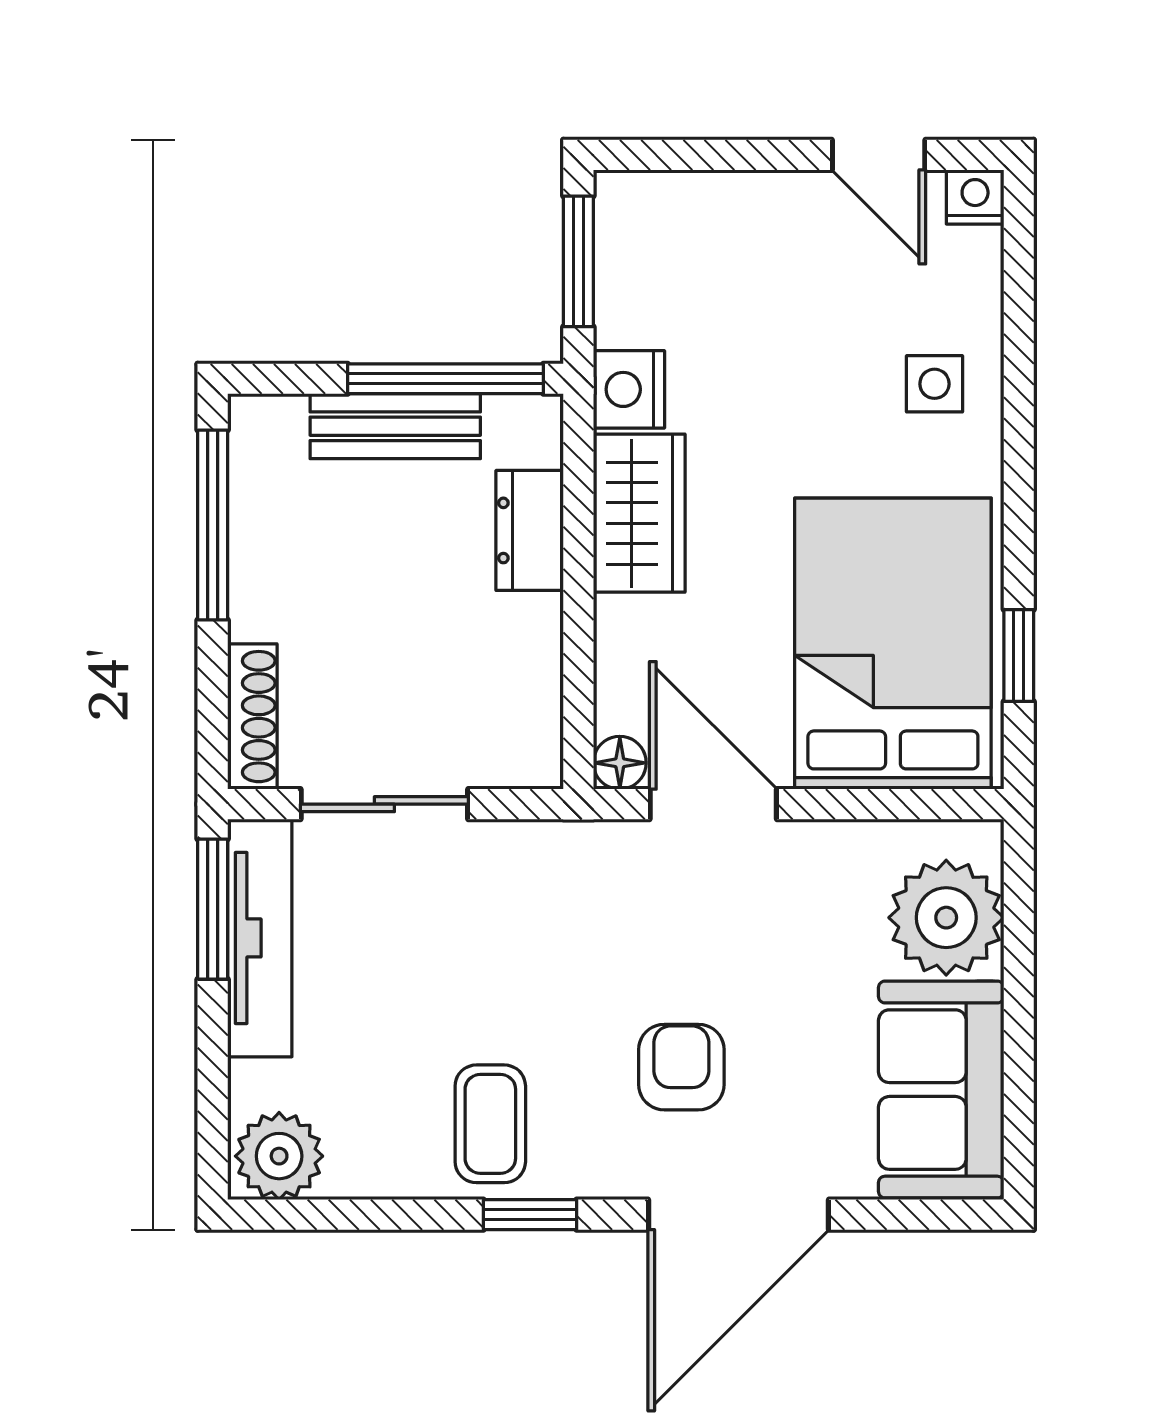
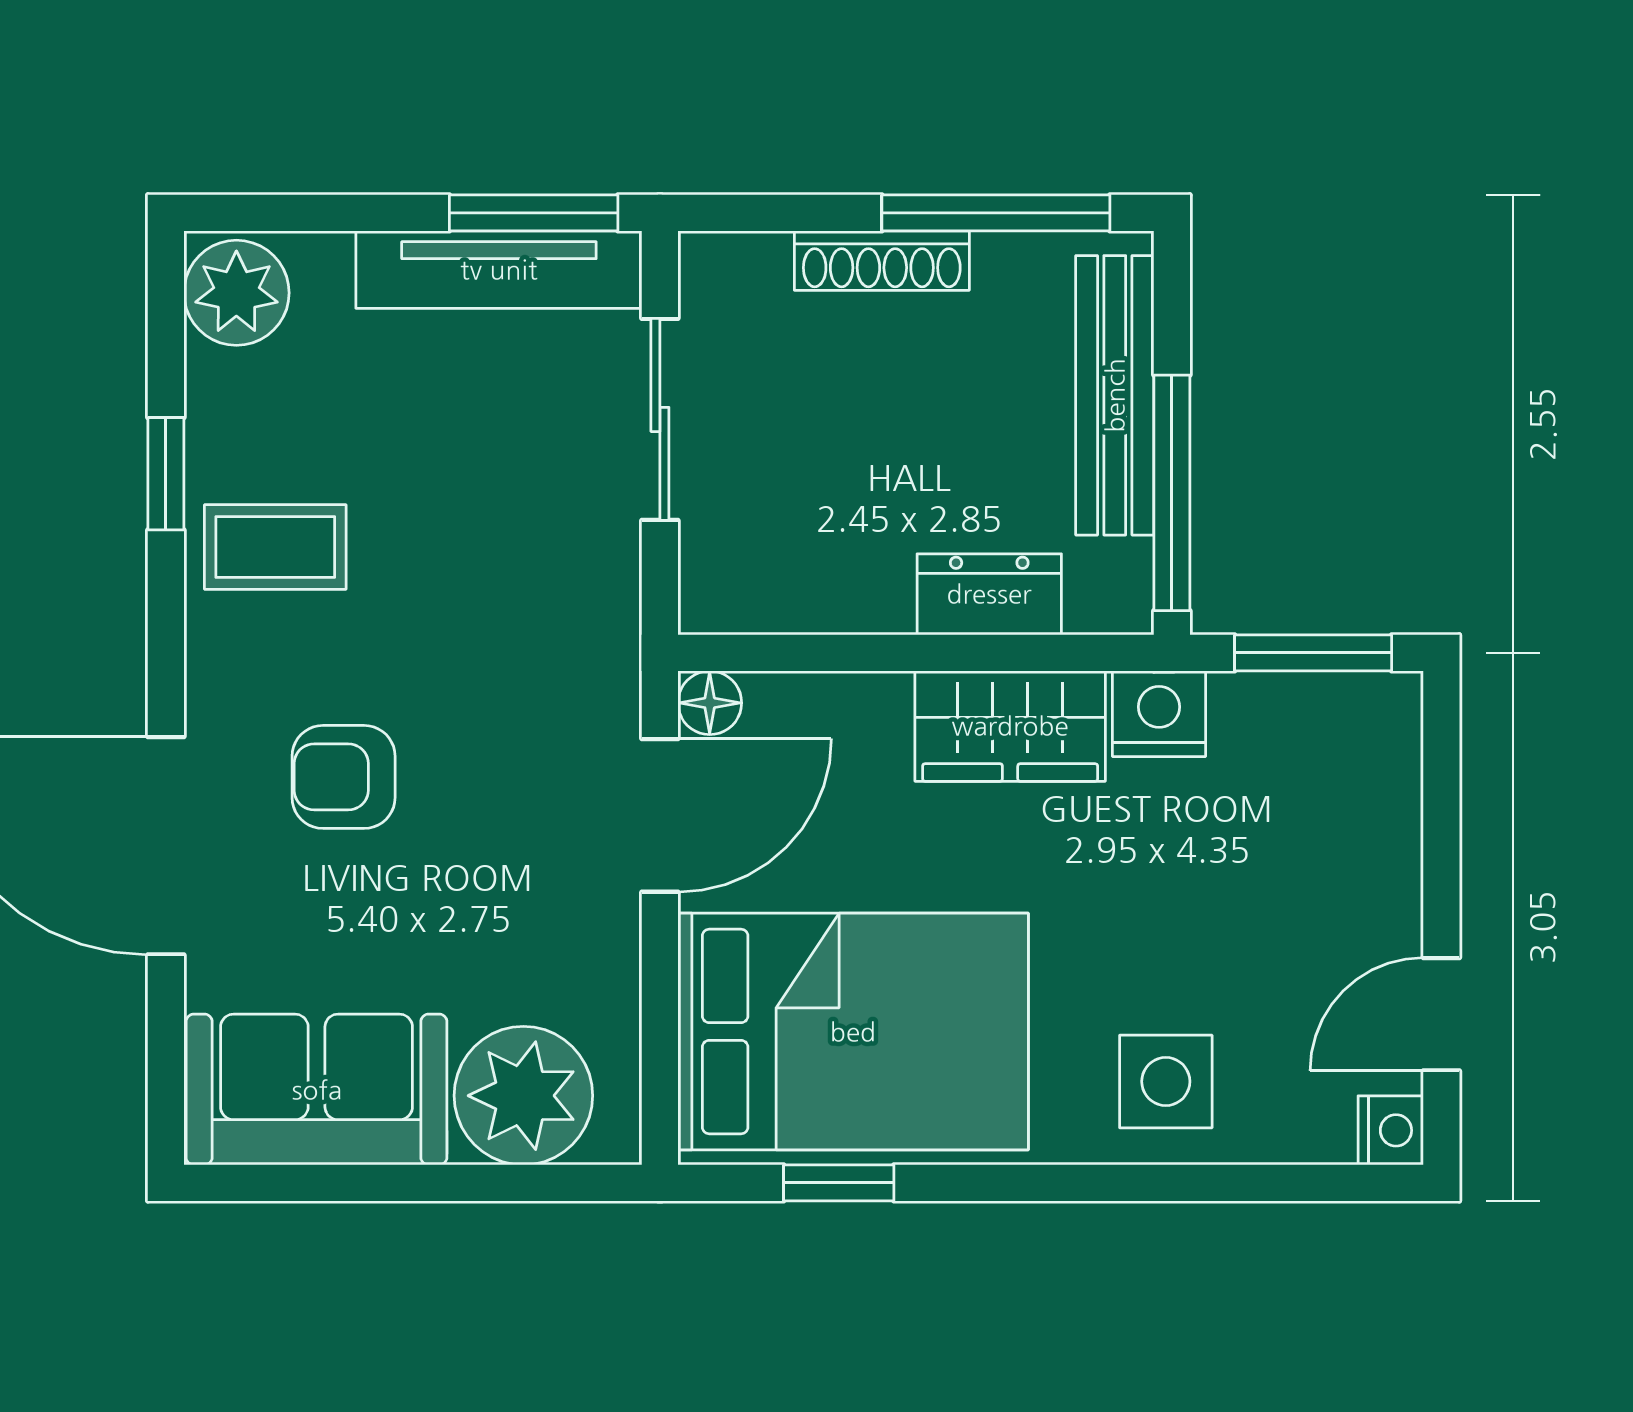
side table: (934, 384) -> (1166, 1081), width x1.37, depth x1.37
bench: (395, 426) -> (1115, 395), width x1.36
shoe rack: (252, 717) -> (882, 261), moved
armchair: (681, 1067) -> (344, 777), turned 180
window: (530, 1215) -> (166, 474), moved

